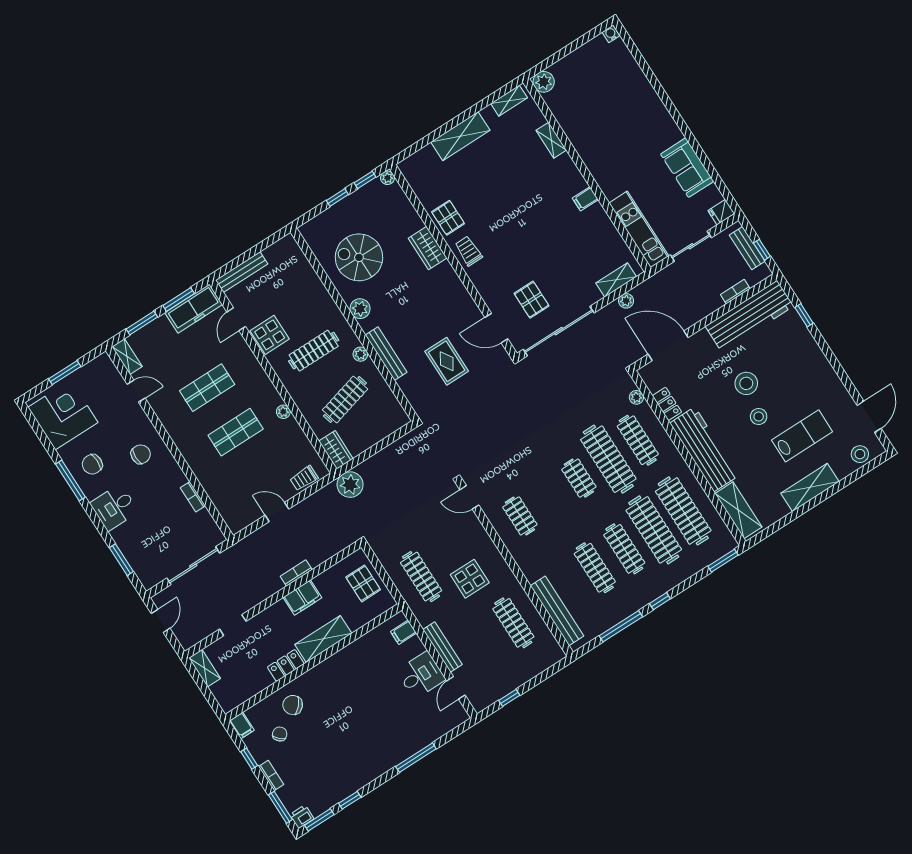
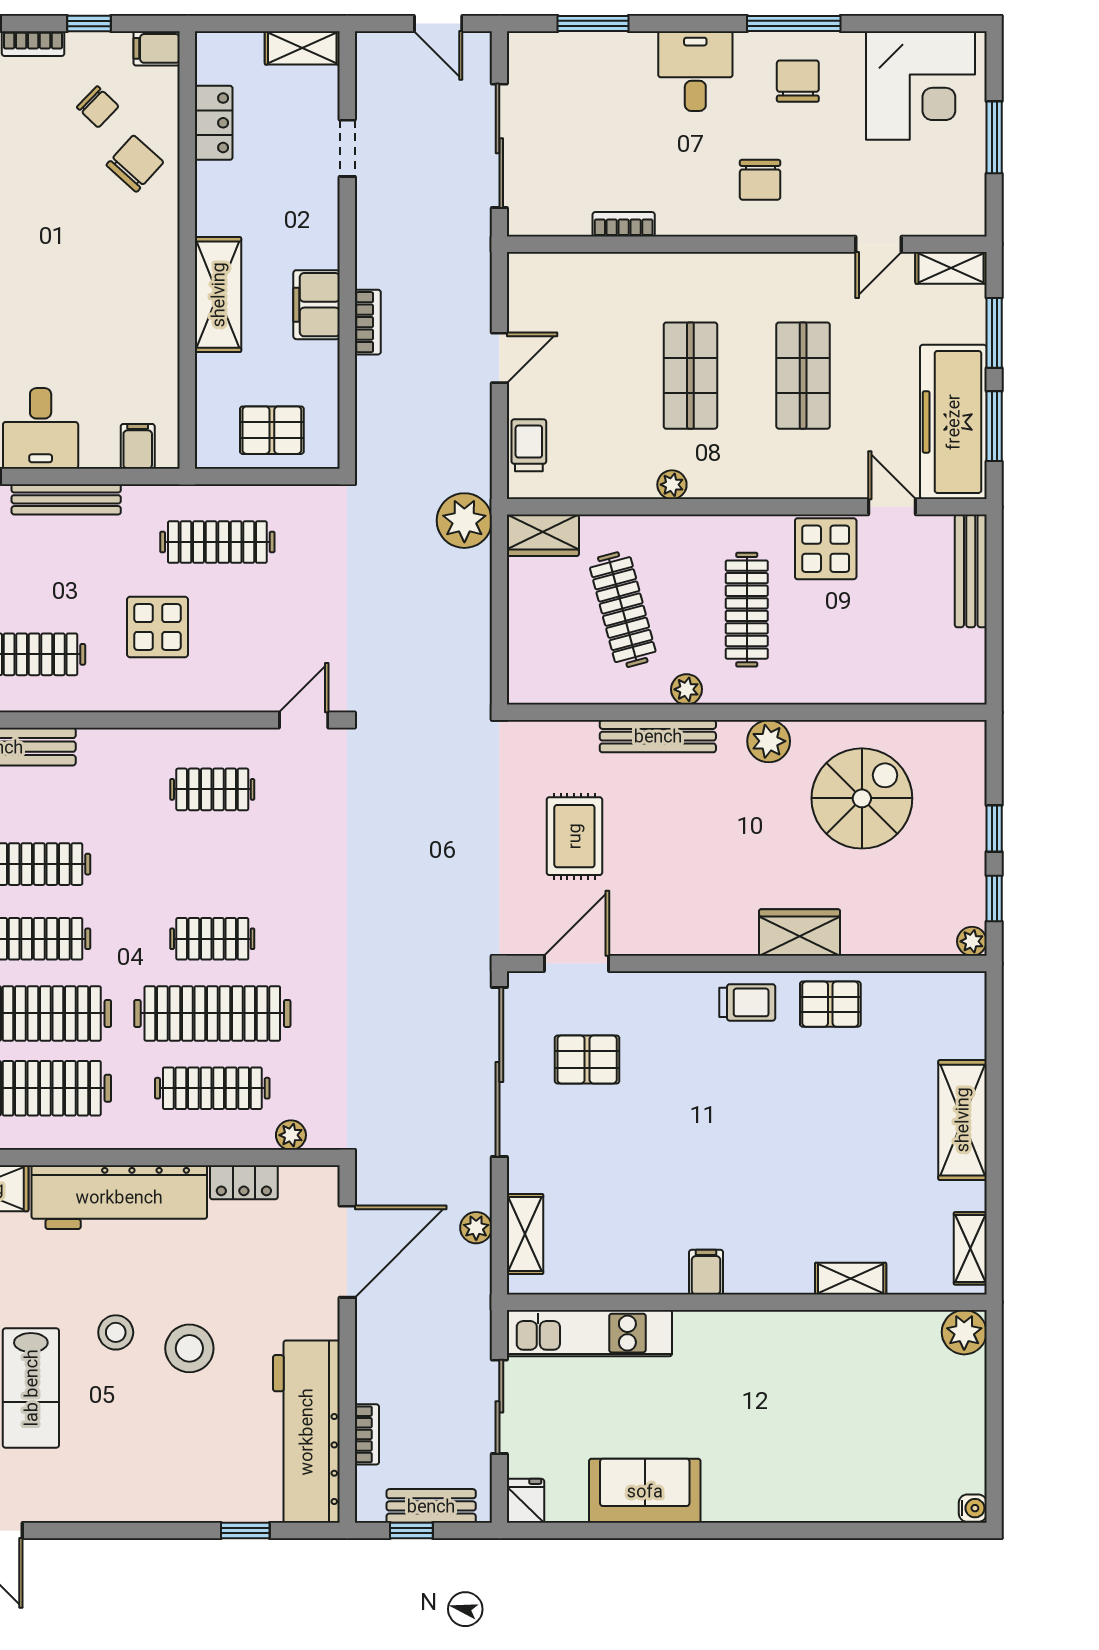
freezer: (194, 309) -> (953, 422), width x1.36, depth x1.26
rug: (447, 361) -> (574, 836), turned 90
locker: (286, 665) -> (214, 123), moved

